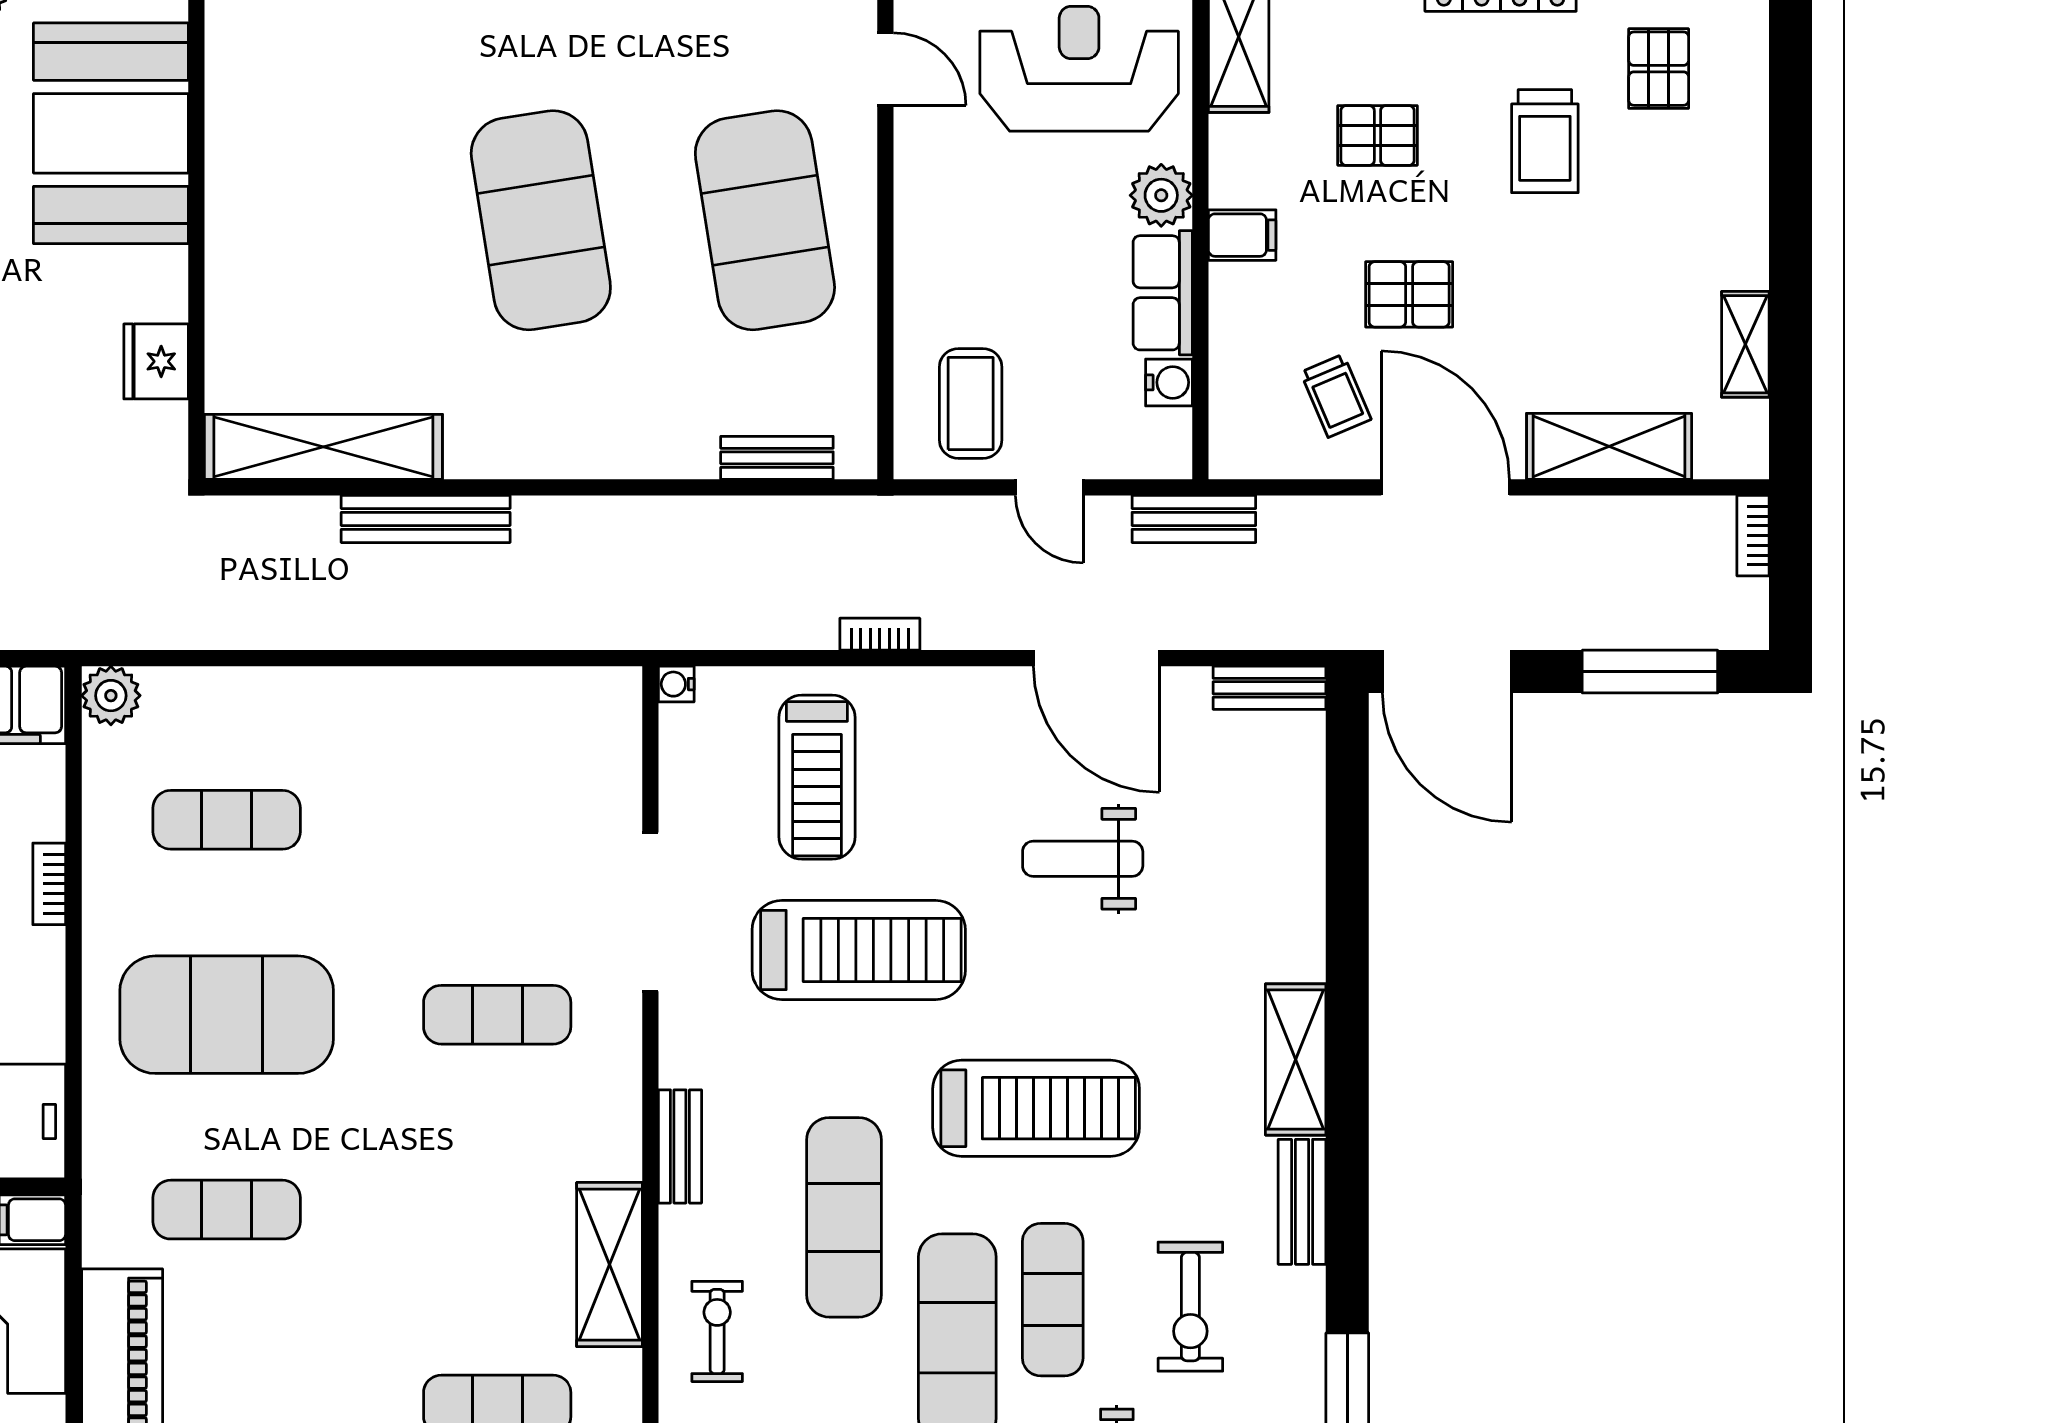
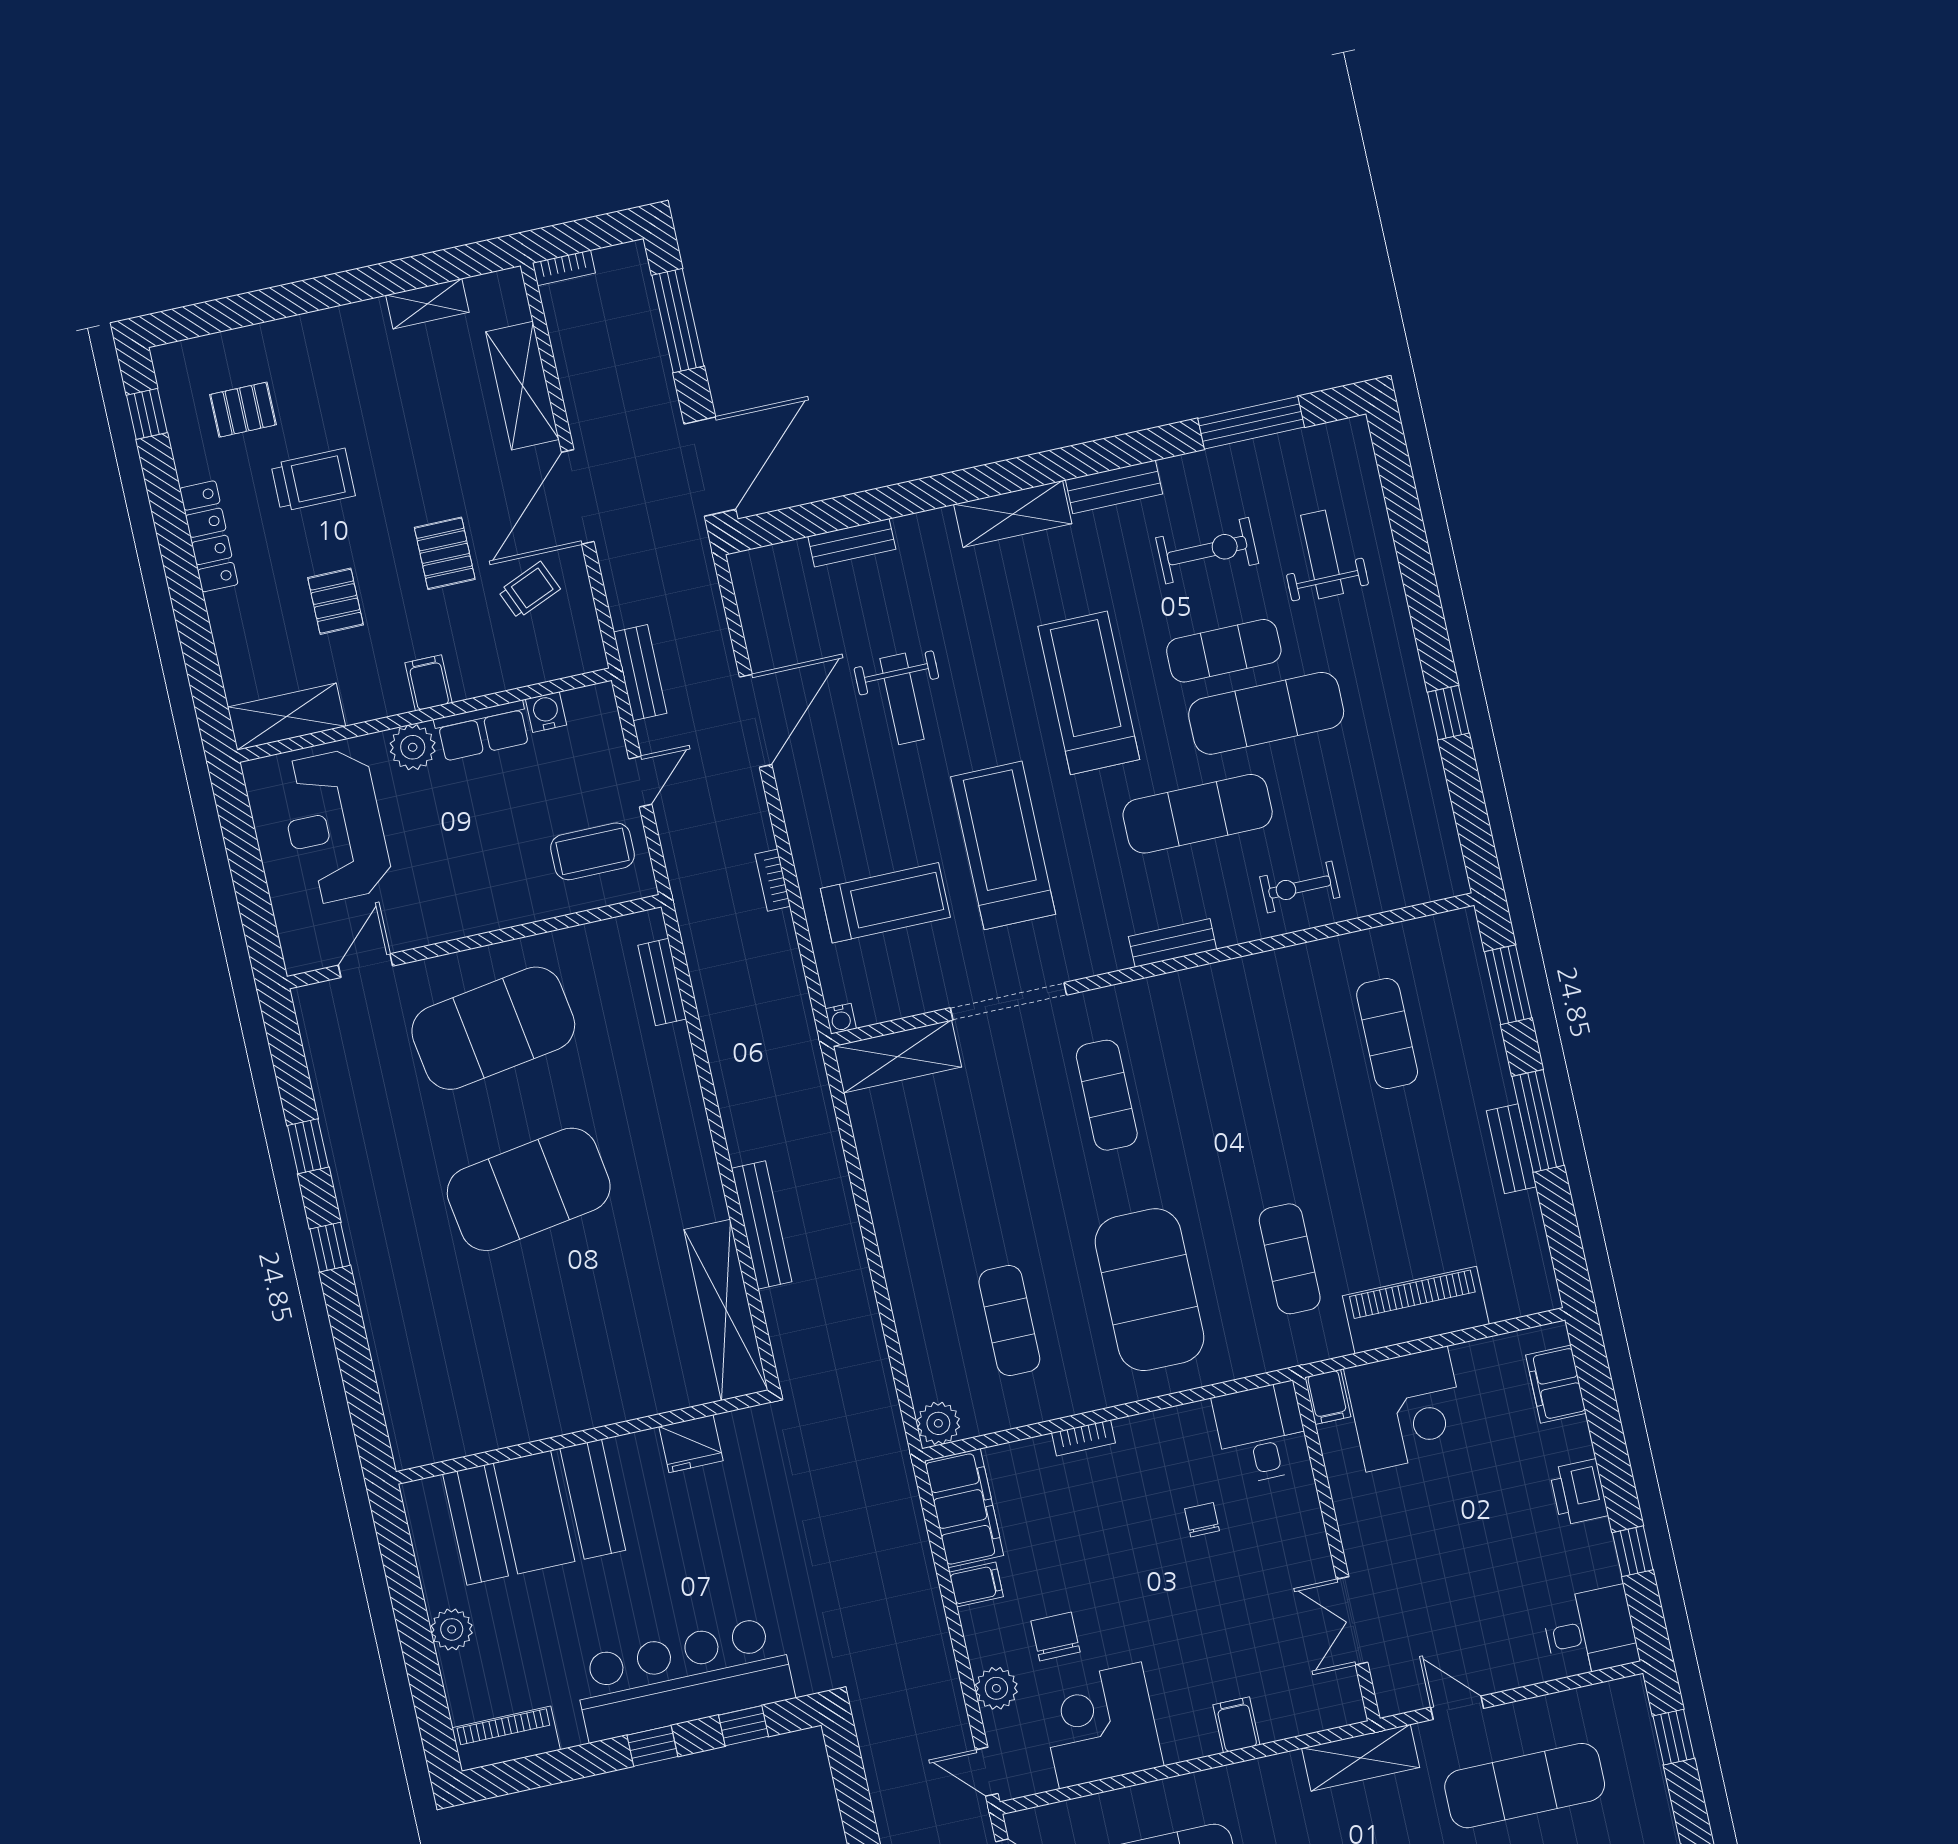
bench: (1269, 688) -> (852, 543), moved, turned 90
shelving: (609, 1265) -> (897, 1057), moved

